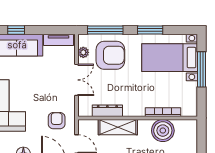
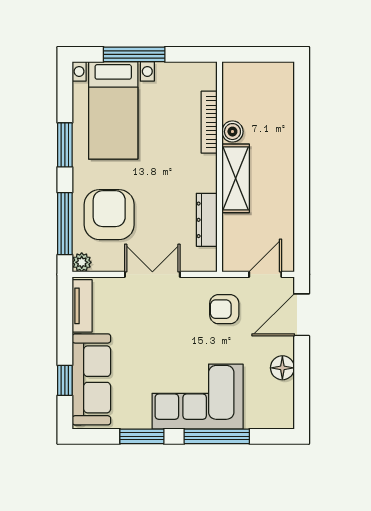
plant: (83, 52) -> (82, 262), moved
shelving: (118, 127) -> (236, 178), moved
boiler: (163, 131) -> (232, 132), width x0.54, depth x0.54

